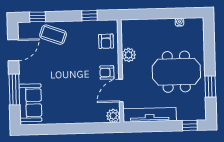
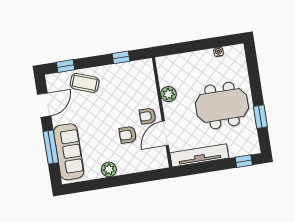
armchair: (106, 41) -> (128, 135), moved, turned 90
sofa: (30, 103) -> (69, 152), width x1.36
plant: (113, 116) -> (109, 169), moved

